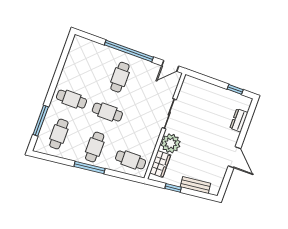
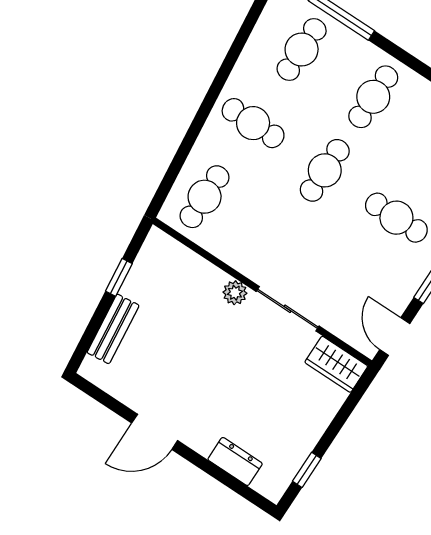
cafe table: (59, 134) -> (302, 50), turned 90
plant: (171, 143) -> (235, 293), width x0.53, depth x0.53
wardrobe: (160, 164) -> (336, 364), moved
window: (89, 167) -> (210, 100), removed

